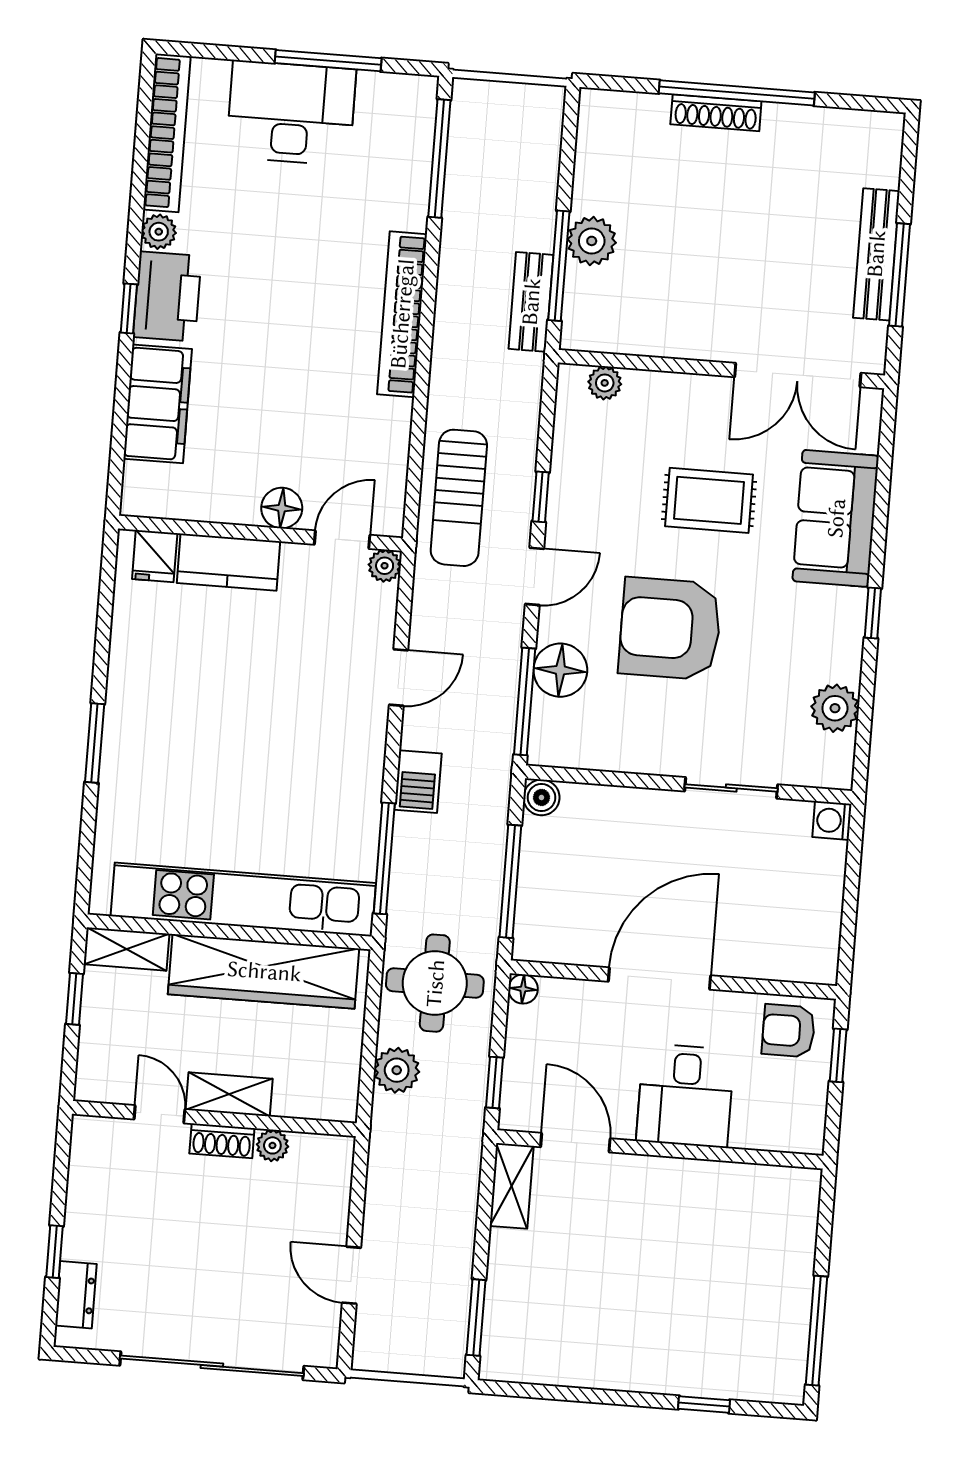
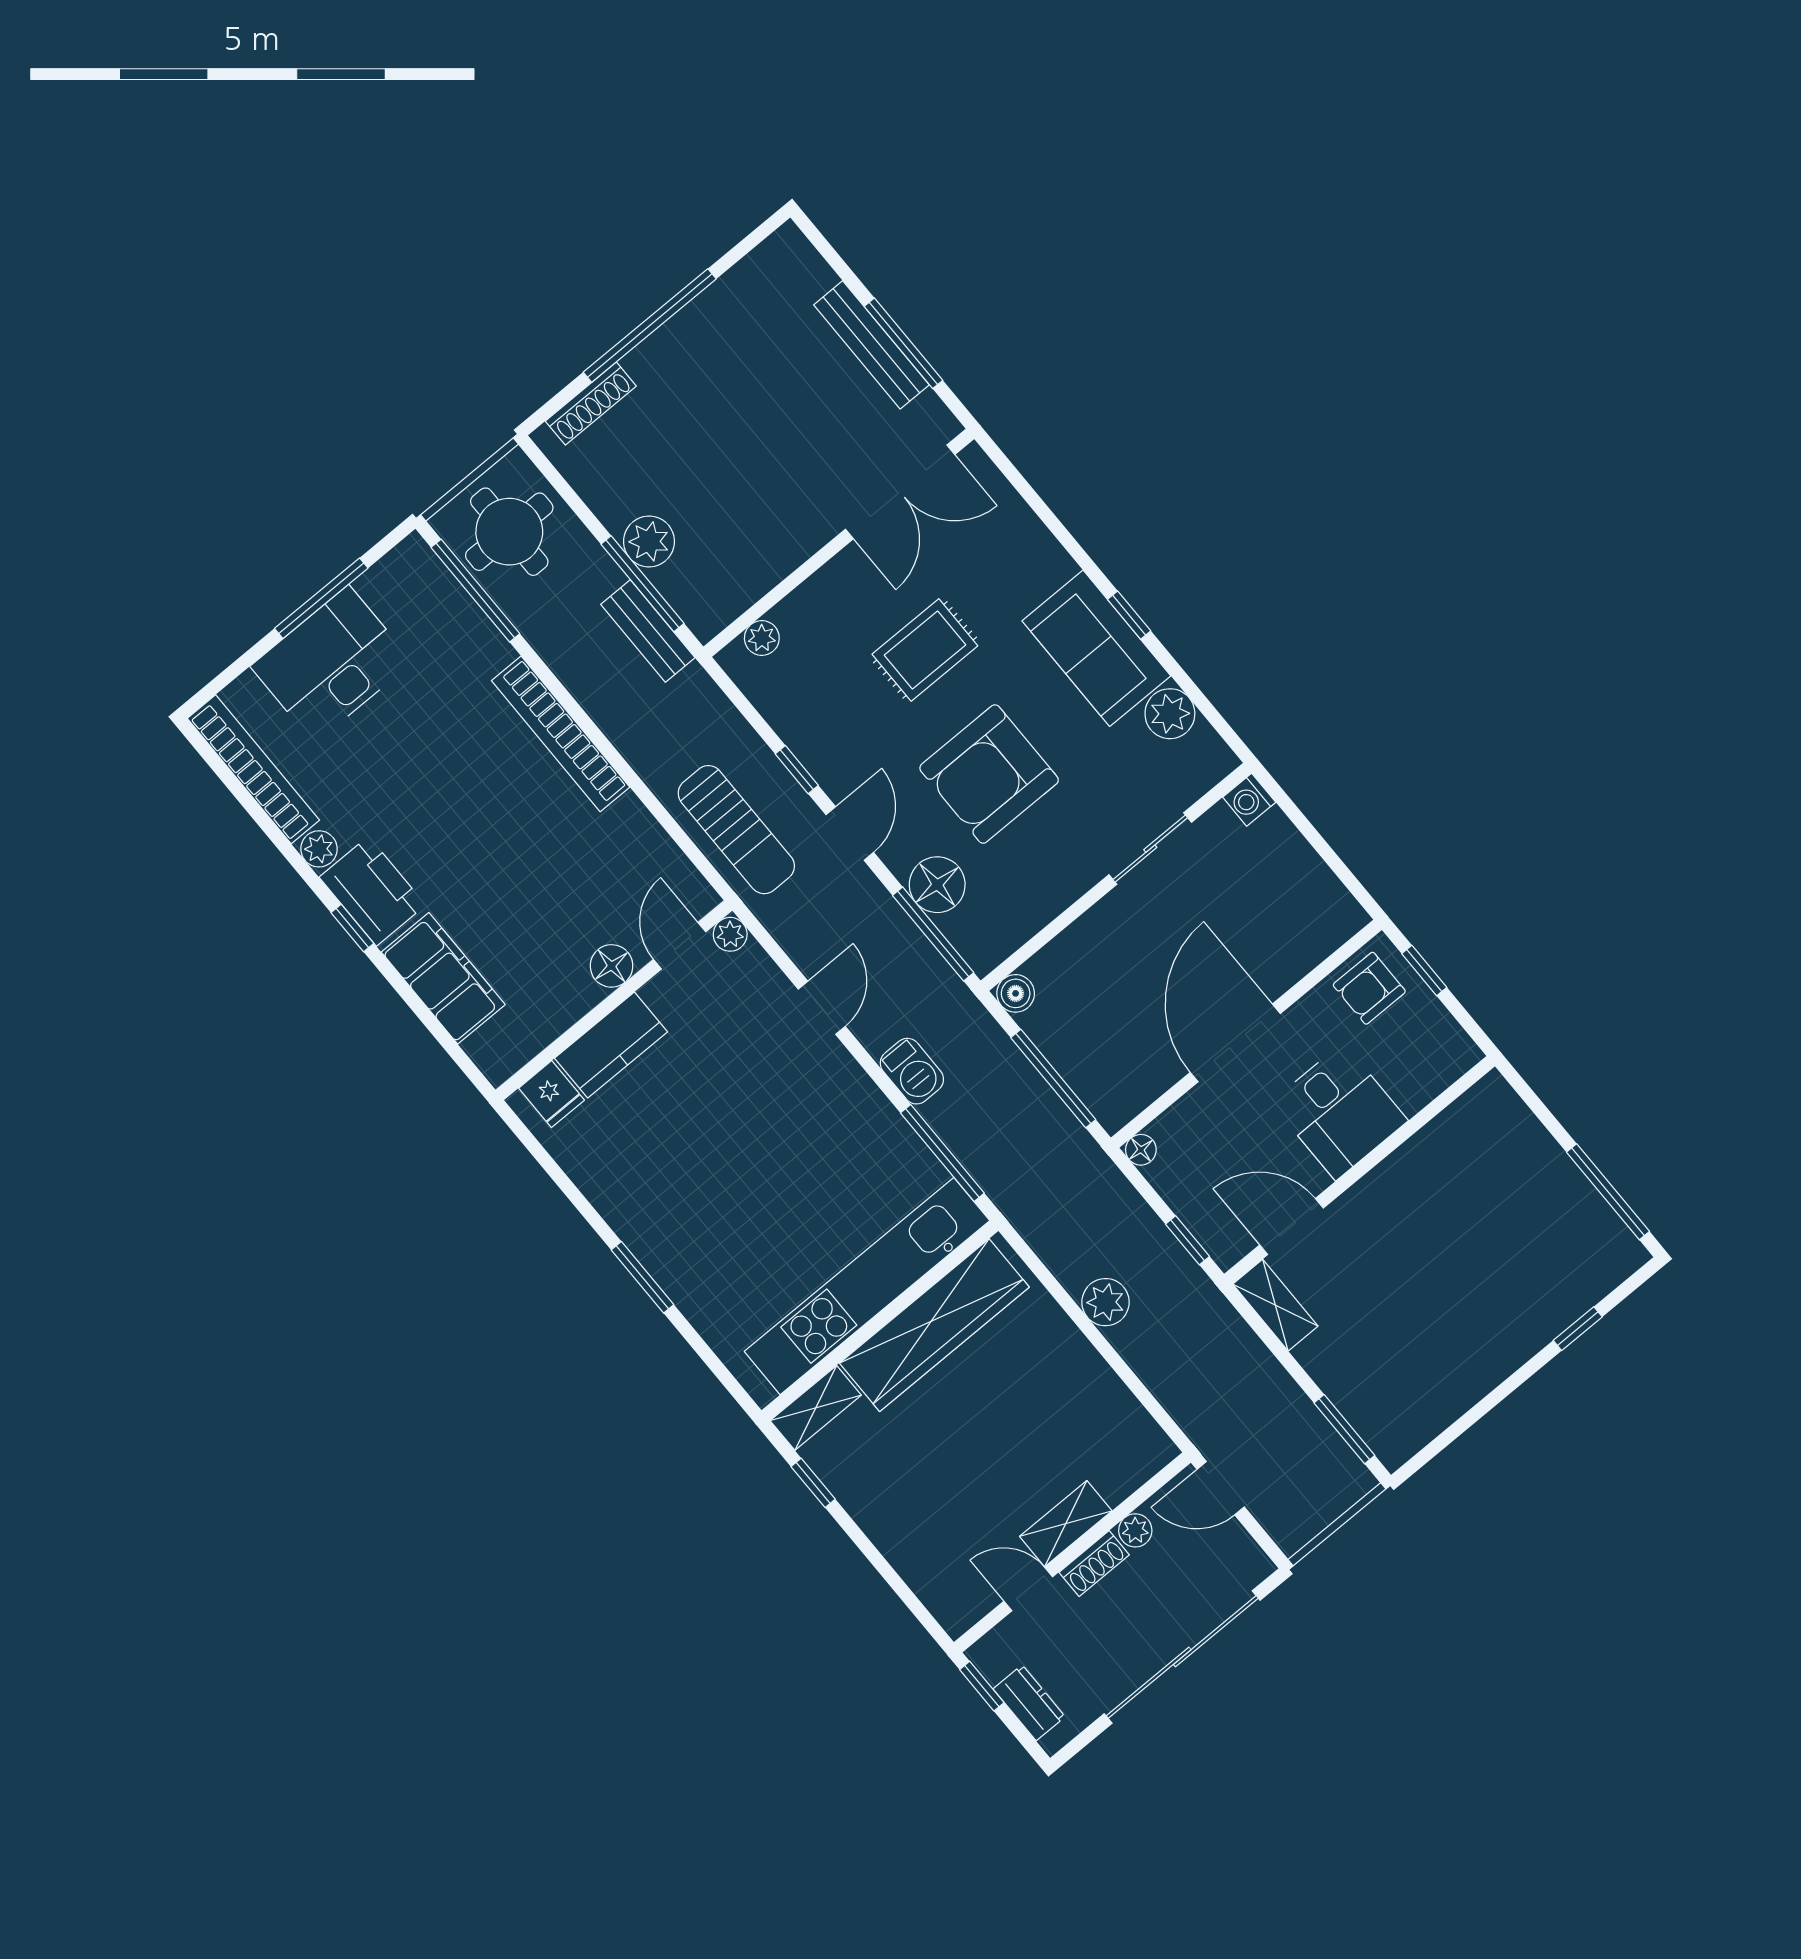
shoe rack: (716, 113) -> (591, 404), moved
sofa: (836, 518) -> (1096, 648), moved
round table: (435, 983) -> (509, 532), moved
shelving: (229, 1094) -> (1066, 1524), moved
door: (160, 1114) -> (1028, 1589), moved
wall: (214, 1118) -> (1072, 1552), moved
shoe rack: (222, 1141) -> (1094, 1564), moved
plant: (272, 1145) -> (1135, 1530), moved

